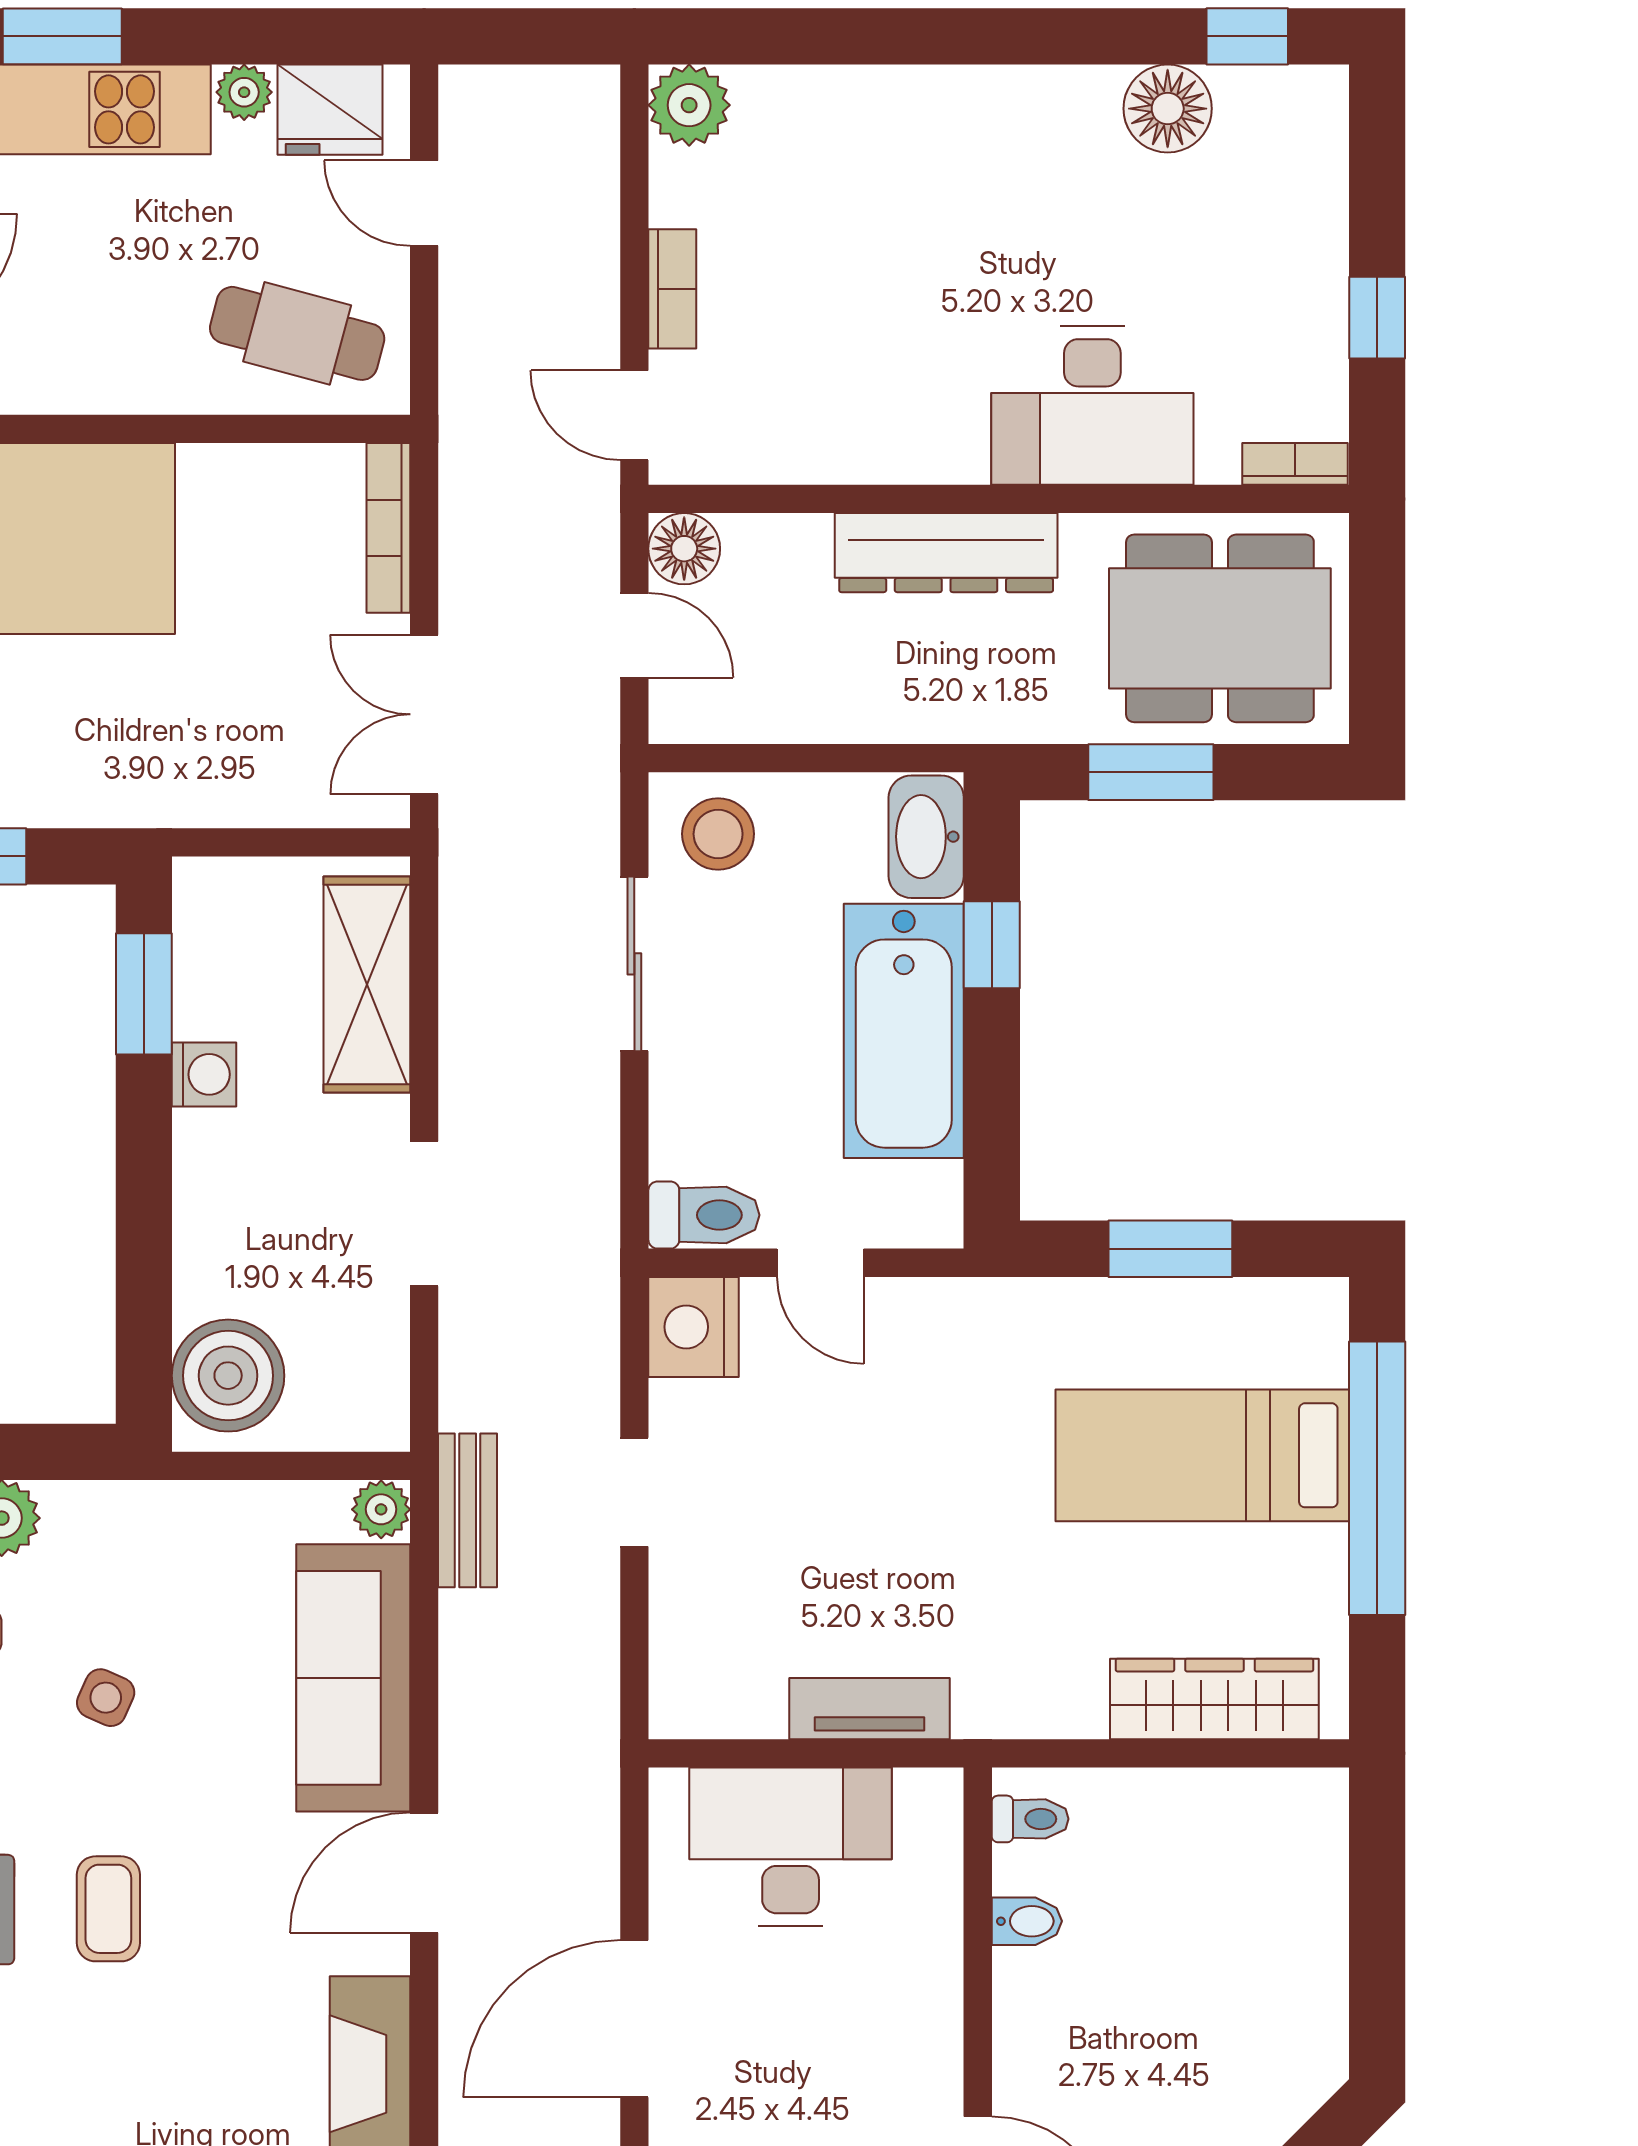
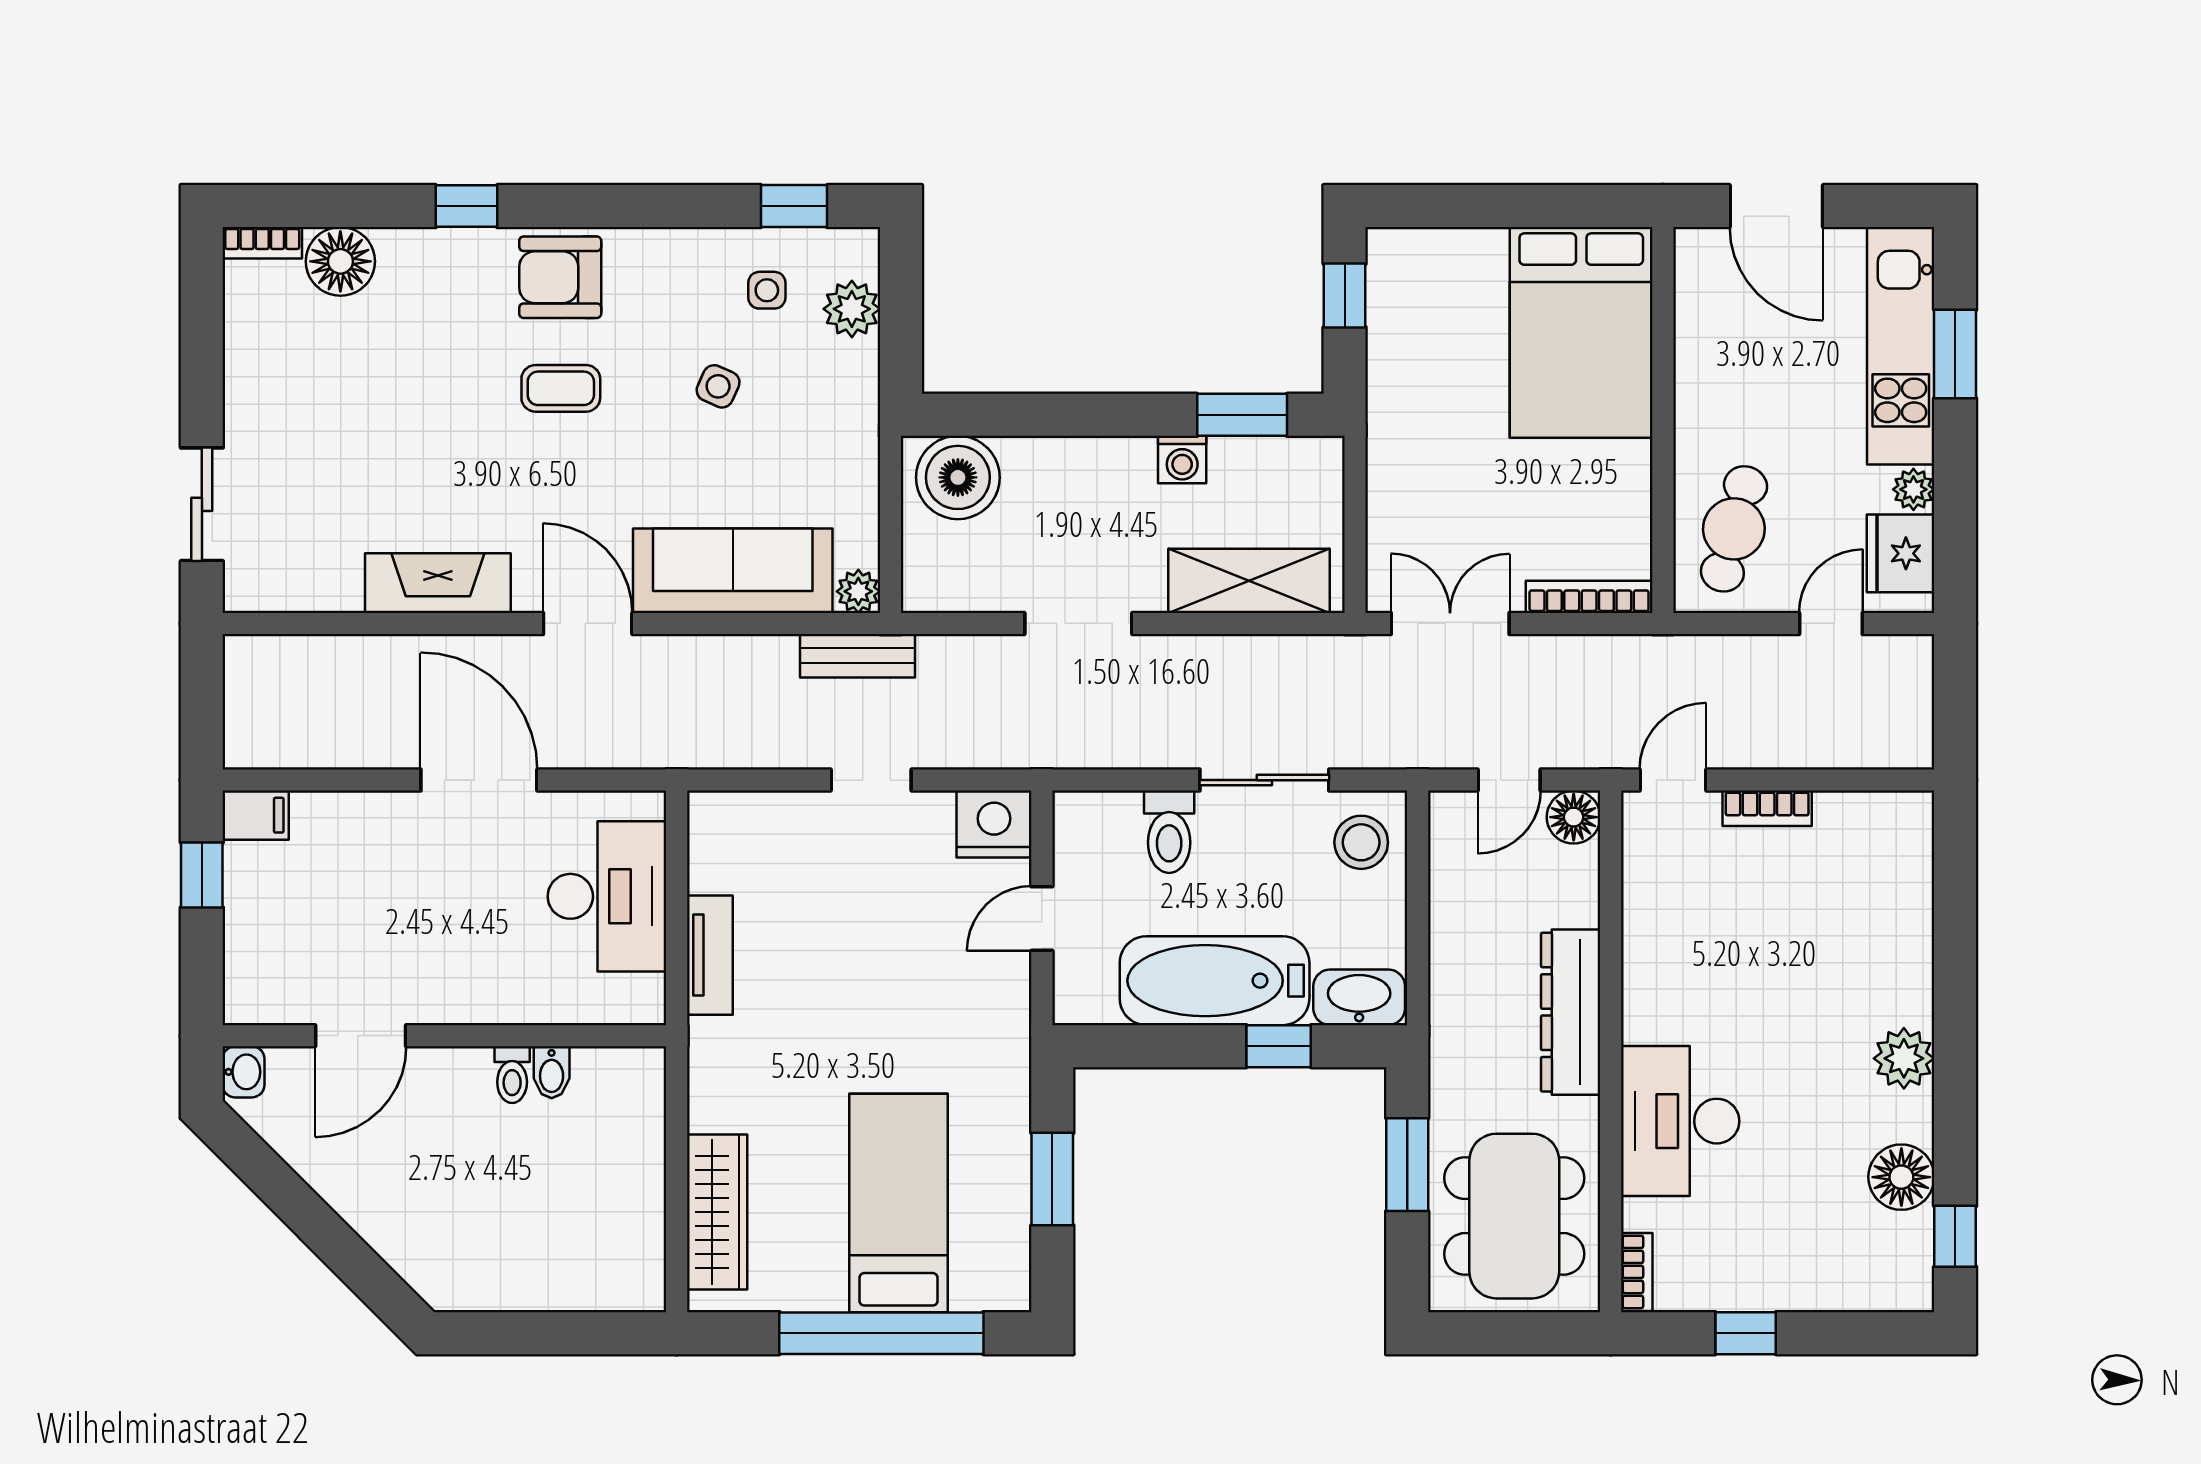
plant: (689, 105) -> (1904, 1058), moved
toilet: (704, 1215) -> (1169, 832), moved
toilet: (1030, 1819) -> (512, 1075), moved

